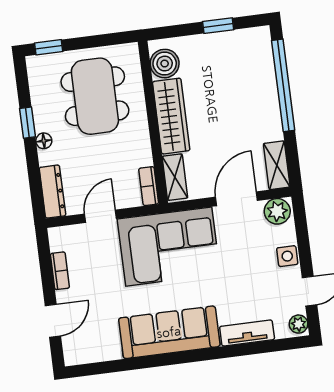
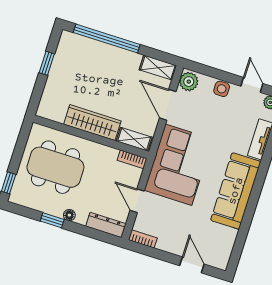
boiler: (165, 64) -> (55, 111), removed
bookcase: (60, 271) -> (143, 239), moved

